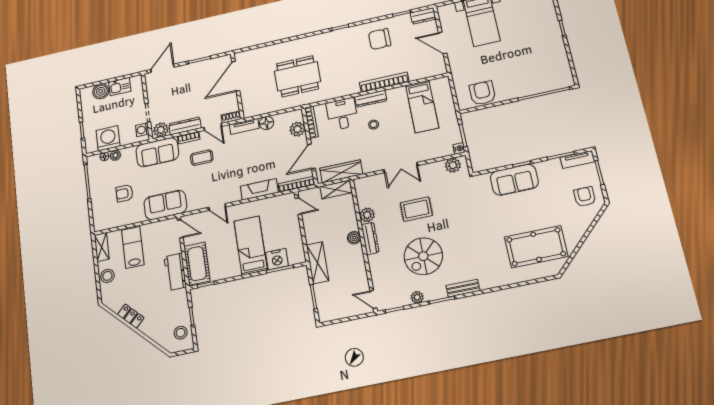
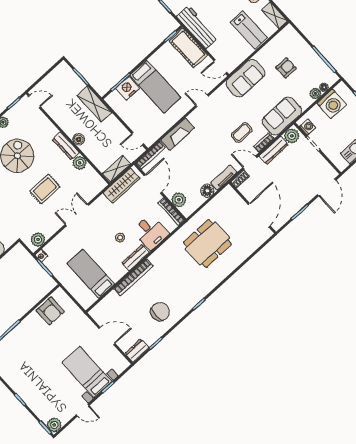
workbench: (175, 272) -> (197, 27), width x1.38

